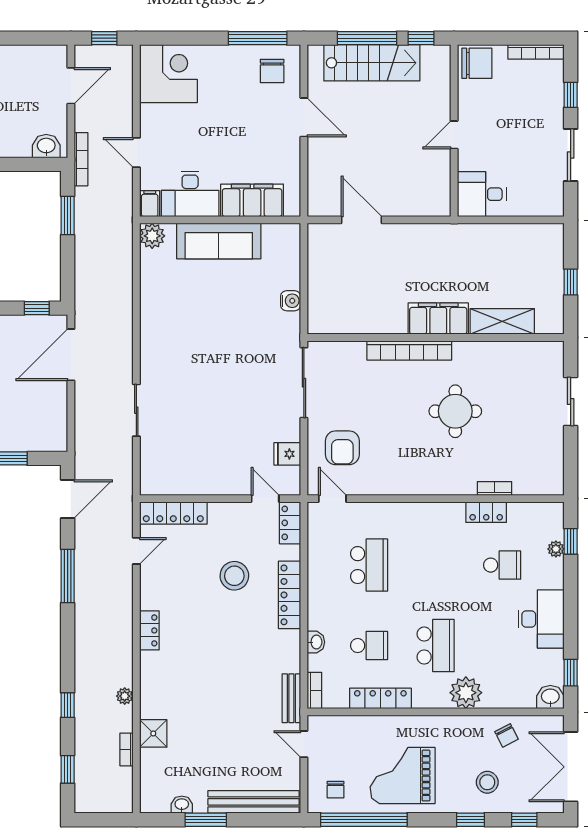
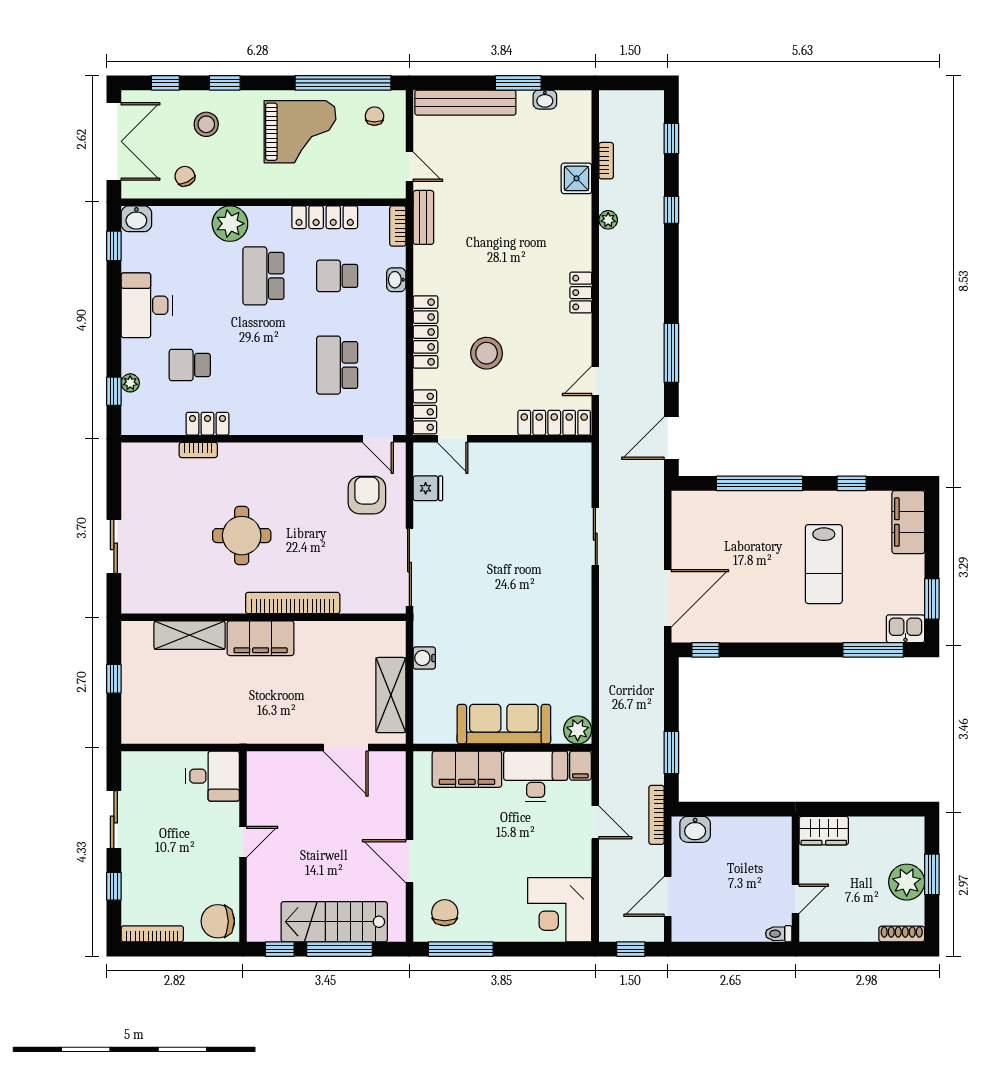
shelving: (321, 267) -> (391, 695), added

